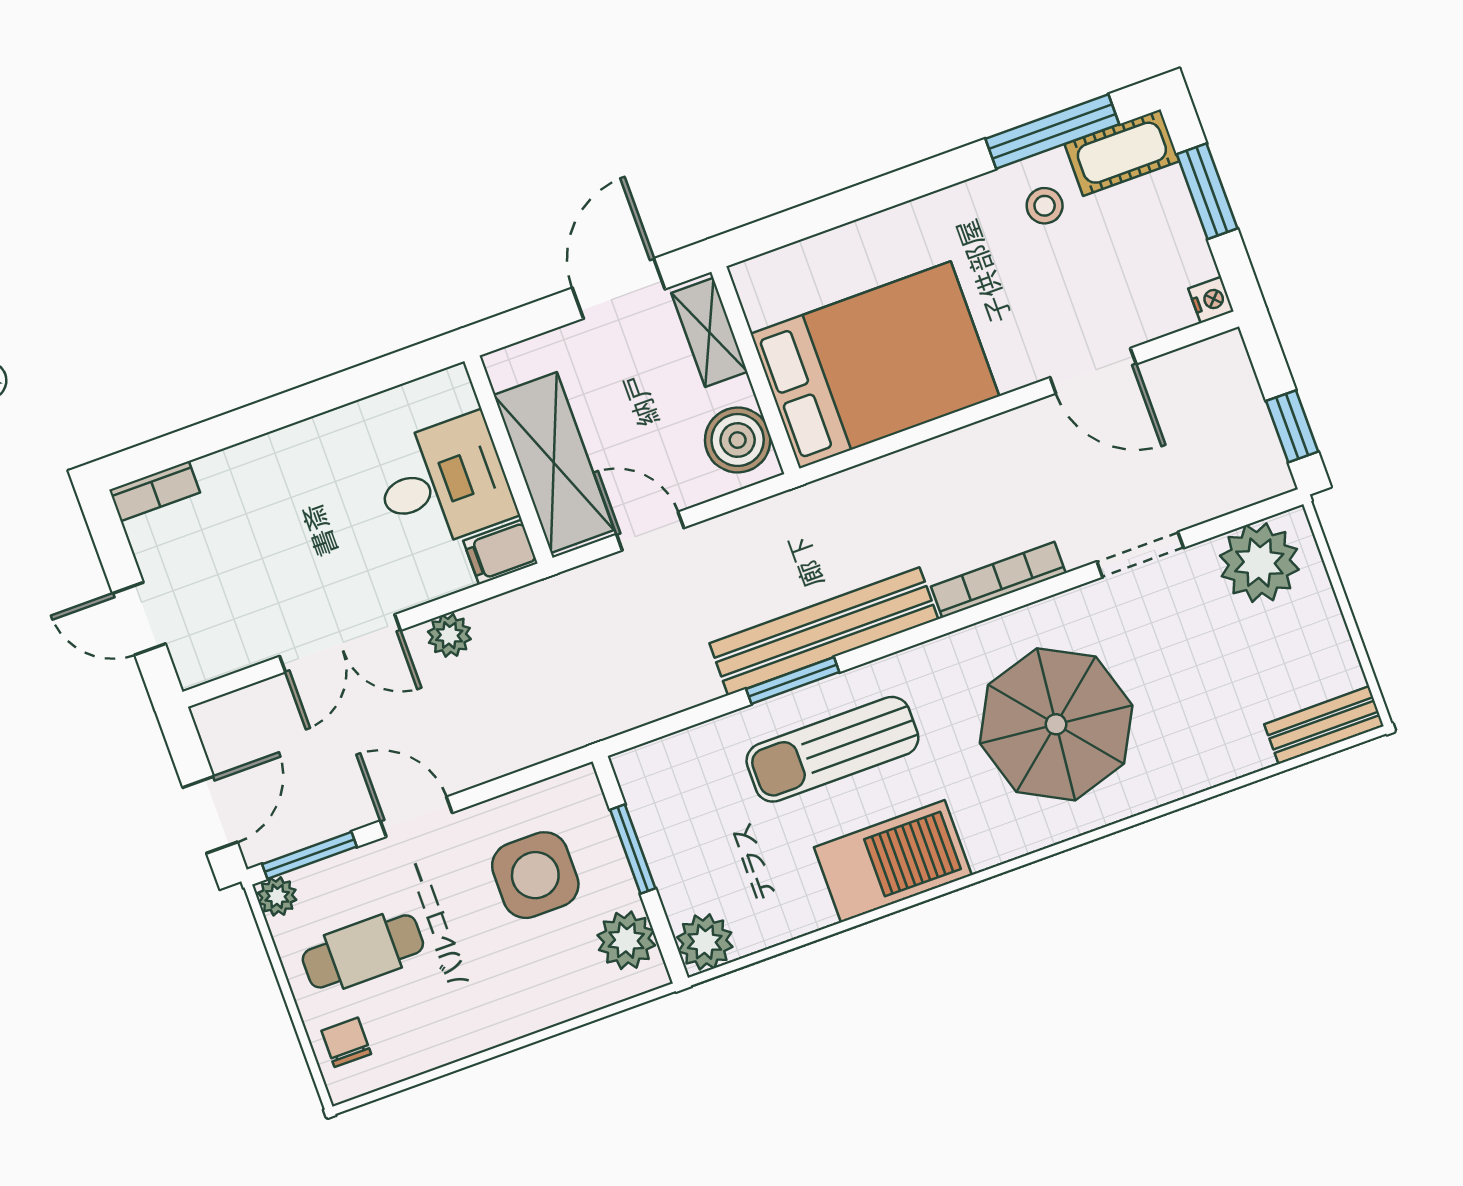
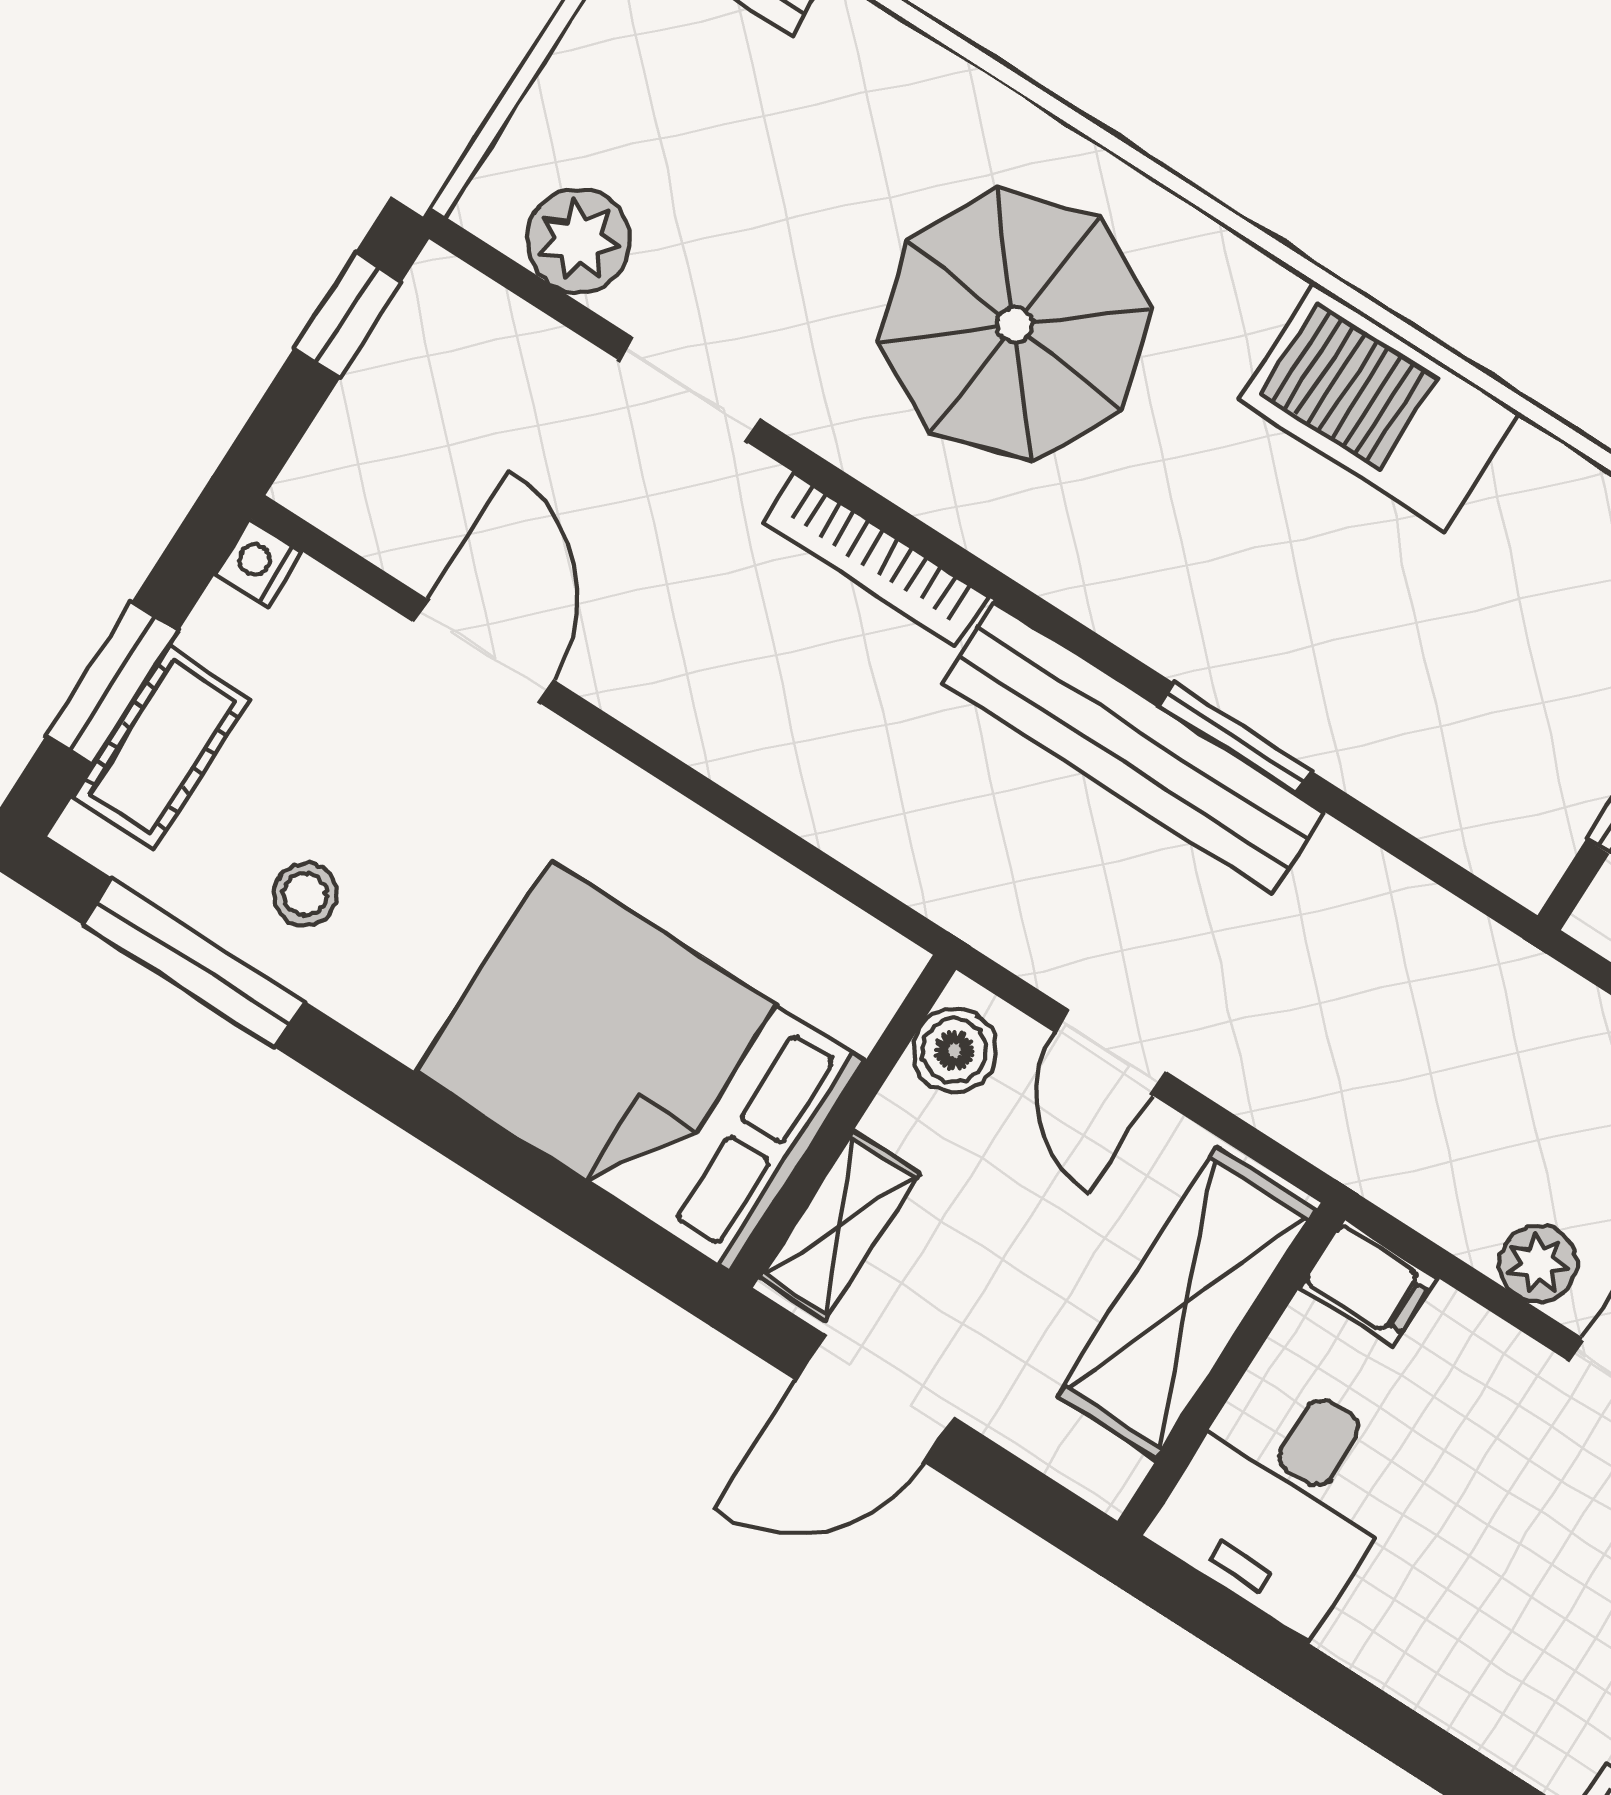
cot: (1122, 153) -> (162, 748), moved, turned 90
bed: (875, 365) -> (640, 1066), moved
boiler: (738, 440) -> (954, 1050), width x0.73, depth x0.73
desk: (443, 483) -> (1283, 1499), moved, turned -90
door: (650, 531) -> (1111, 1052), moved
plant: (1259, 563) -> (578, 241), width x0.73, depth x0.73
sun lounger: (832, 749) -> (1288, 609), removed

